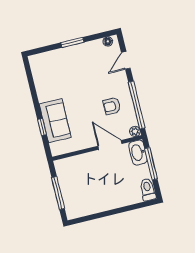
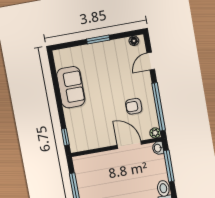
sofa: (55, 121) -> (71, 87), moved
window: (42, 127) -> (65, 137), moved
washbasin: (138, 153) -> (158, 148), width x0.52, depth x0.69

